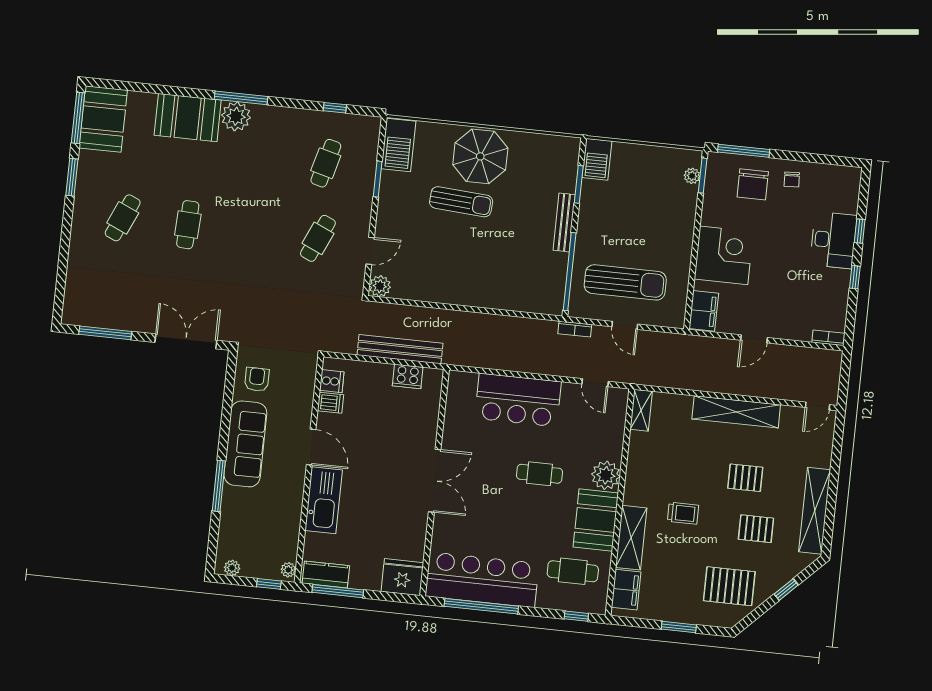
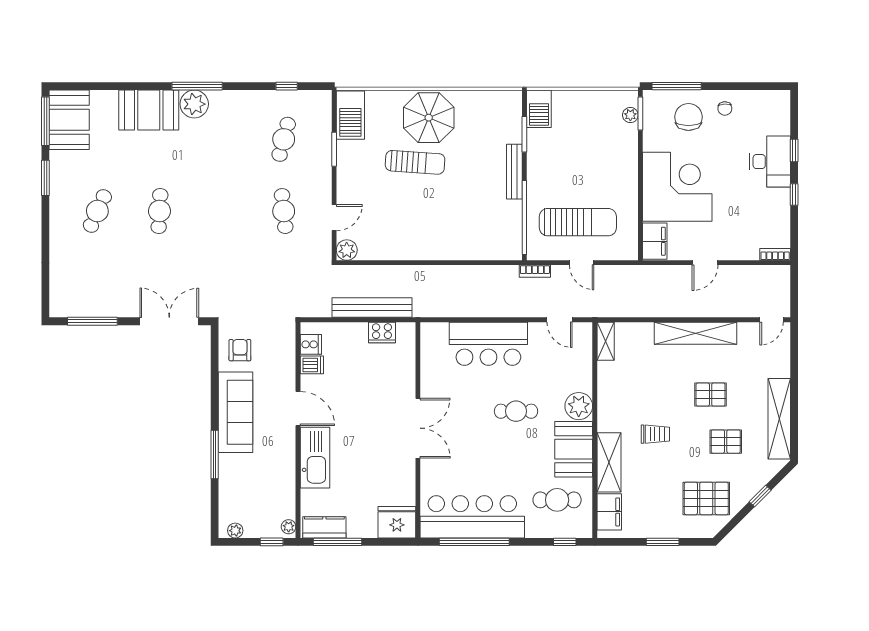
chair: (753, 184) -> (688, 117), turned 180
cafe table: (318, 238) -> (284, 211), turned -30
corner desk: (724, 255) -> (677, 187), width x1.36, depth x1.36

